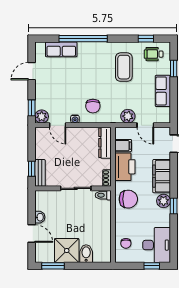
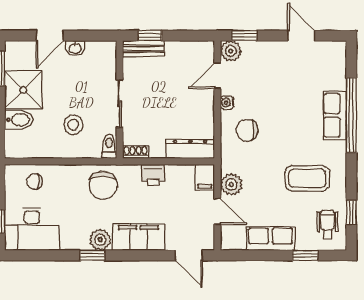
row of seats: (61, 49) -> (335, 115), moved
door: (145, 125) -> (217, 212), swing flipped
filing cabinet: (123, 146) -> (205, 177), moved
printer: (125, 167) -> (153, 175), width x0.53, depth x0.68
stool: (89, 218) -> (73, 125), added

